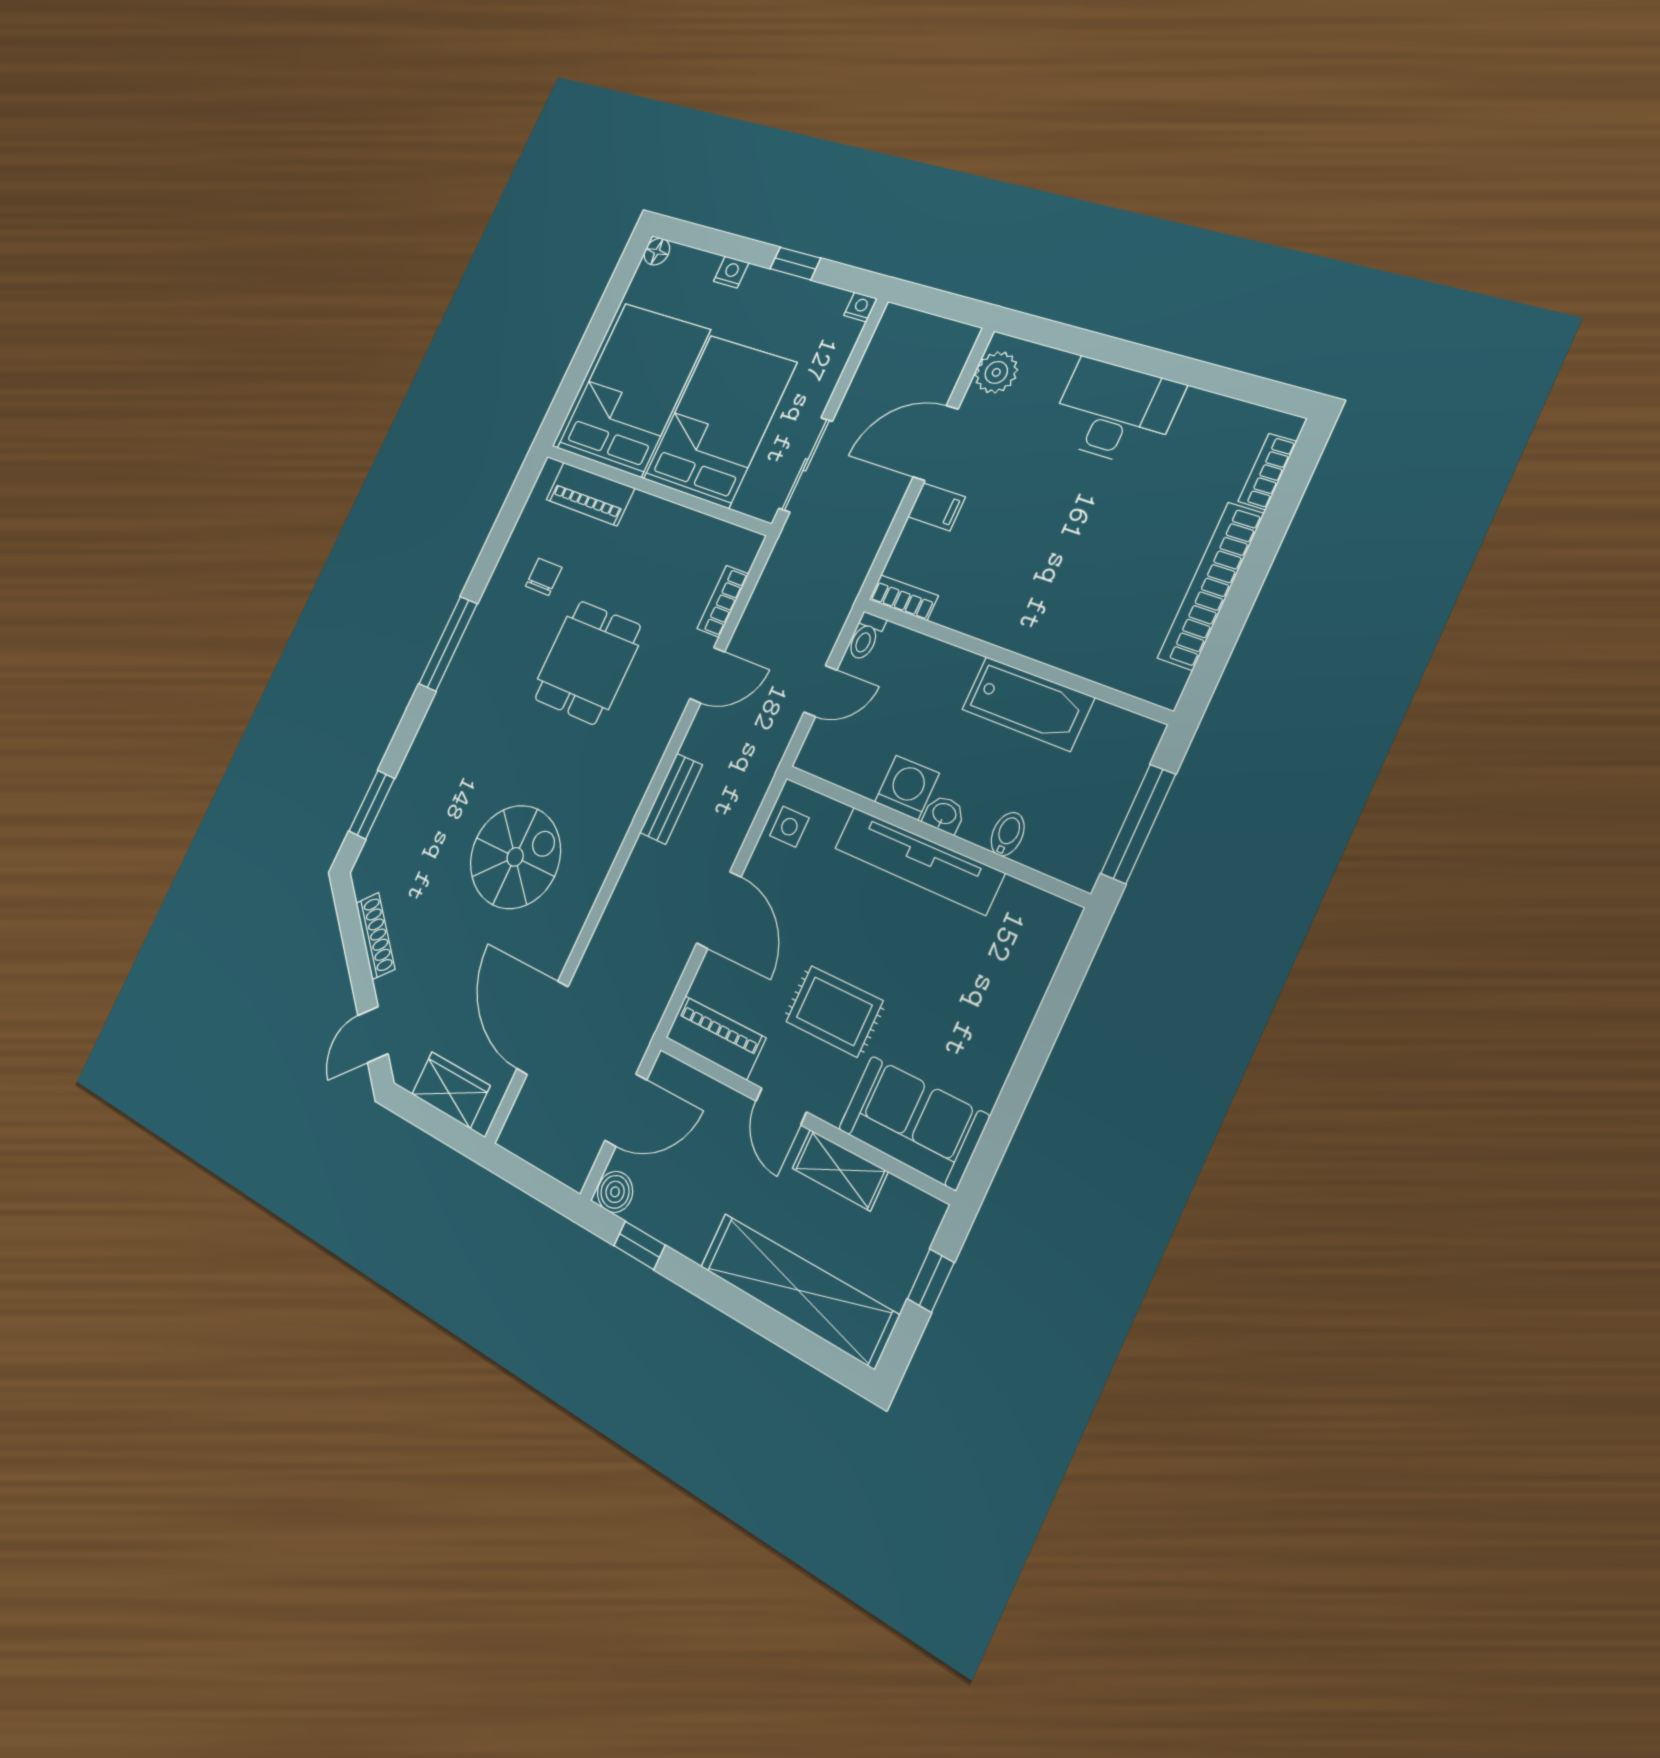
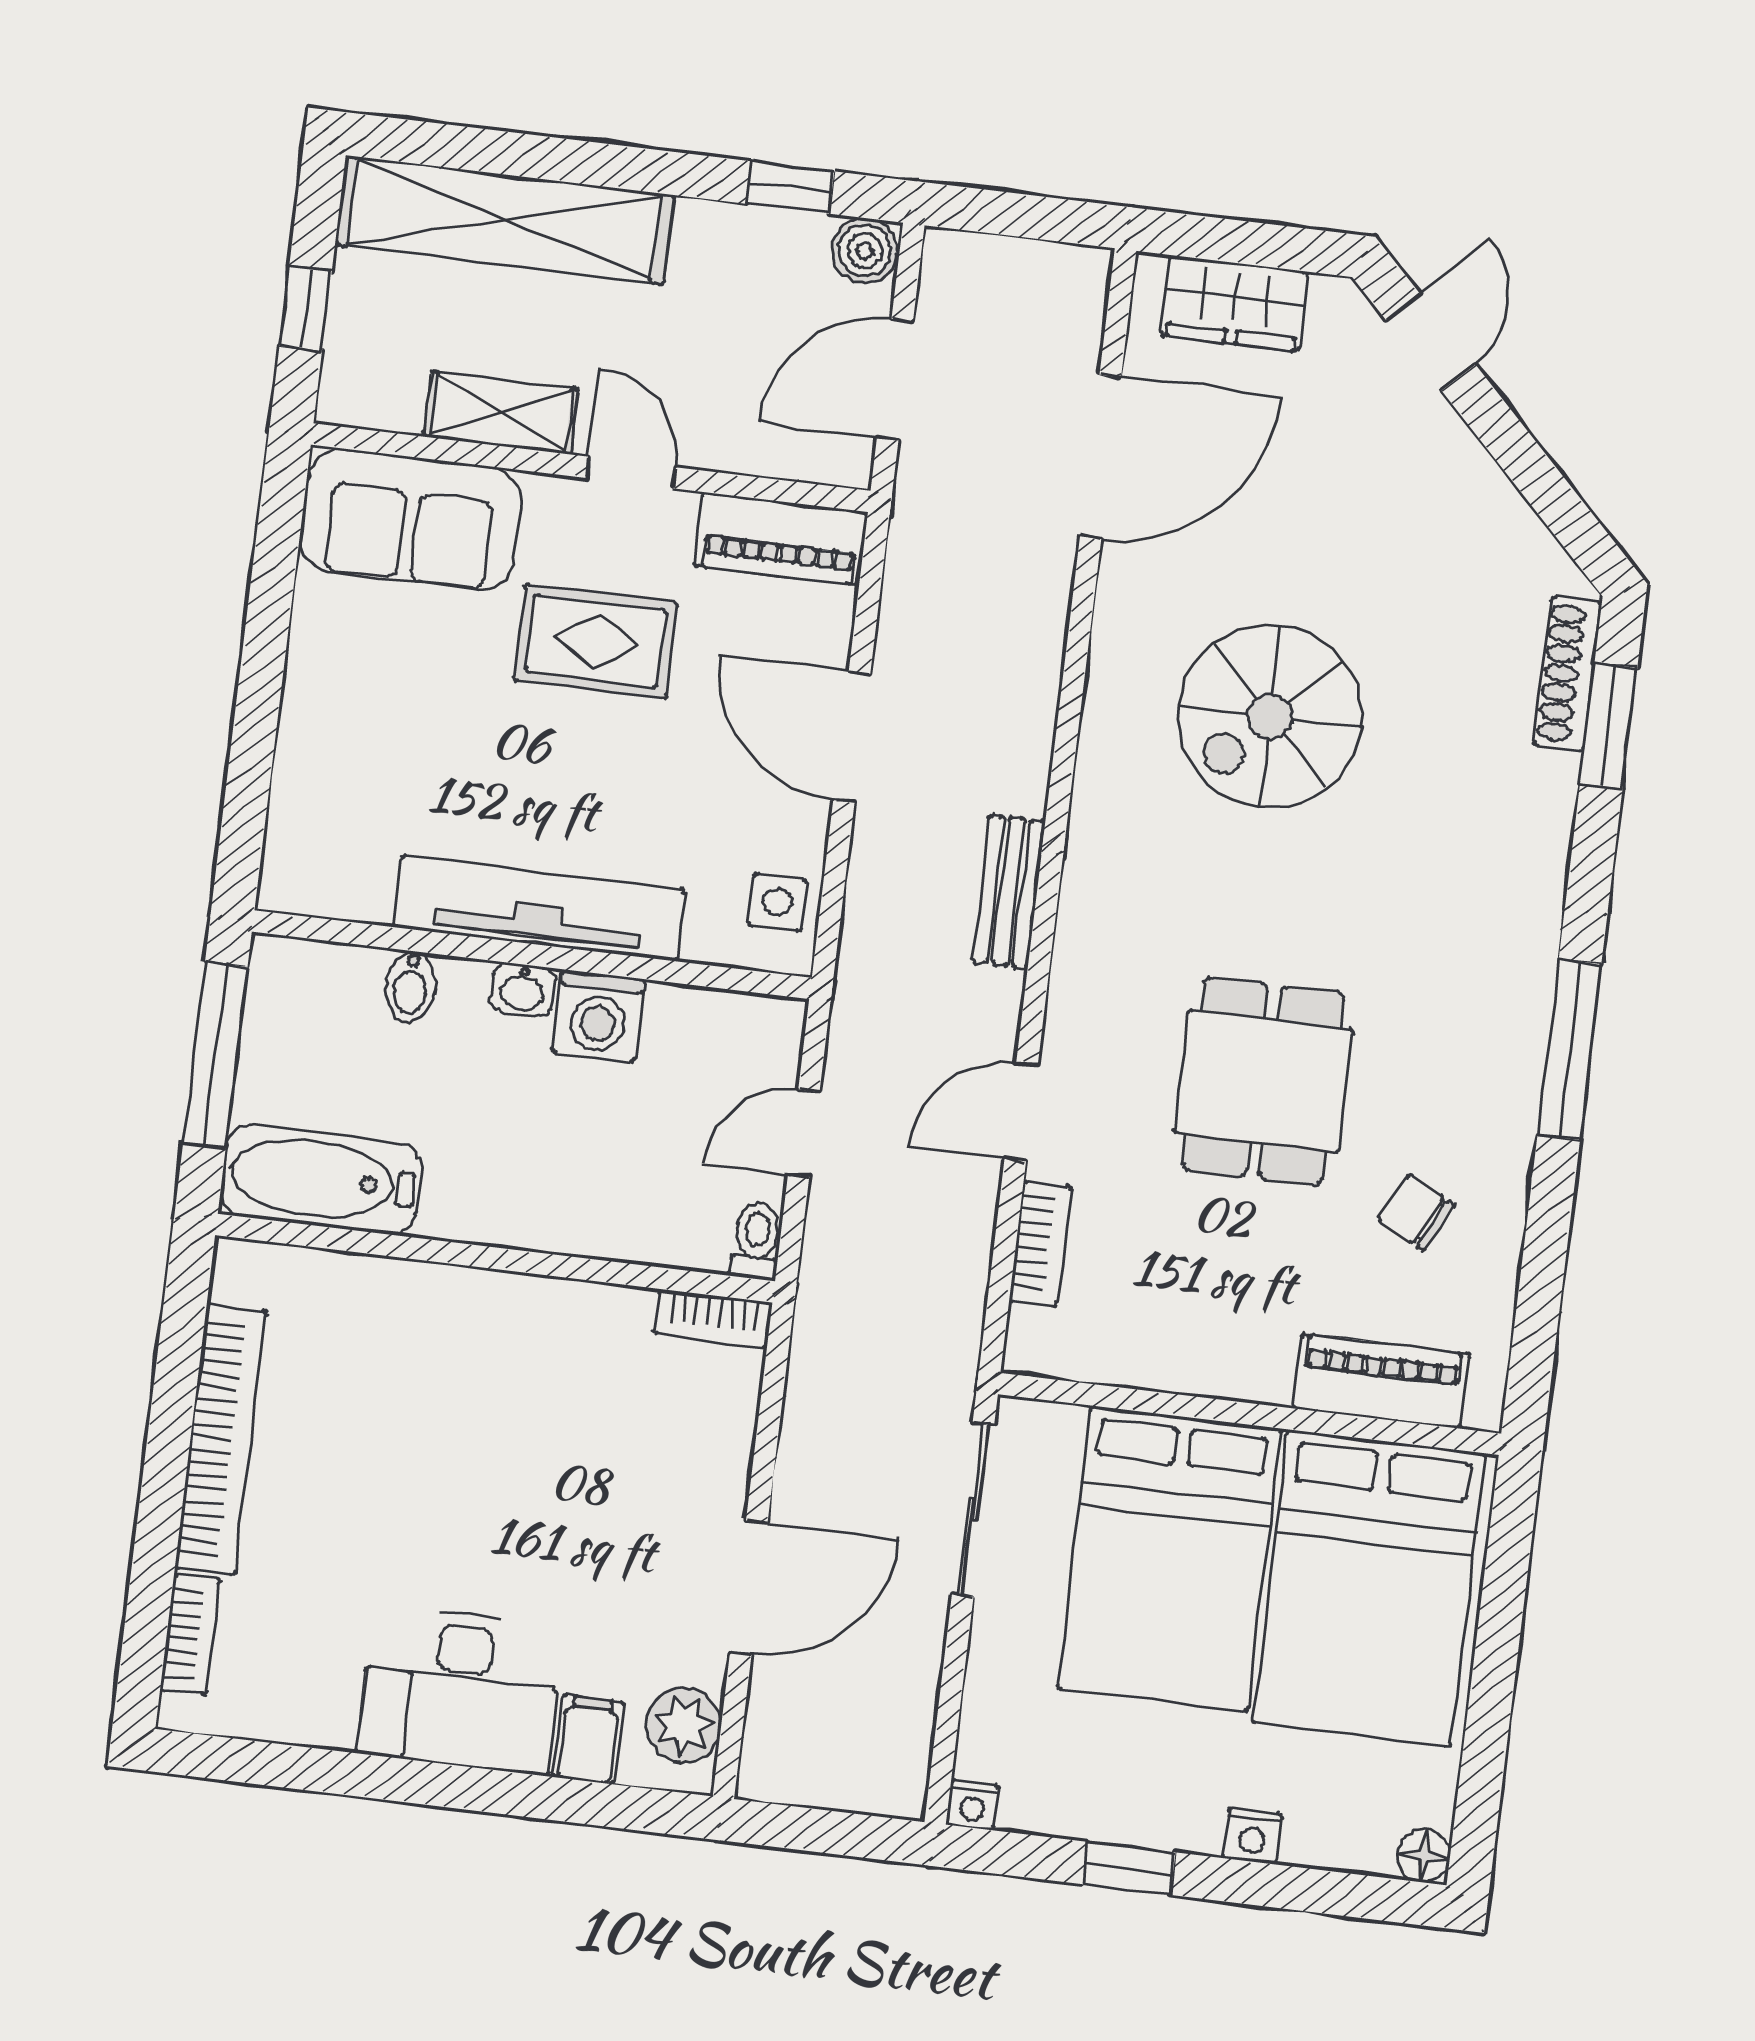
filing cabinet: (936, 507) -> (588, 1740), moved, turned 90
chair: (544, 577) -> (1416, 1213), turned 117
bathtub: (1028, 704) -> (321, 1179), moved
shoe rack: (375, 936) -> (1568, 674), moved, turned 45
door: (543, 1028) -> (1100, 457), hinge flipped

